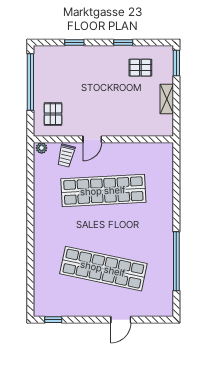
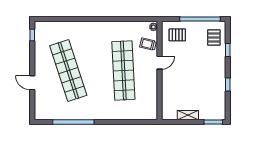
pallet: (140, 68) -> (214, 38), moved
door: (92, 139) -> (159, 63), swing flipped
shop shelf: (103, 269) -> (68, 70), turned -30

